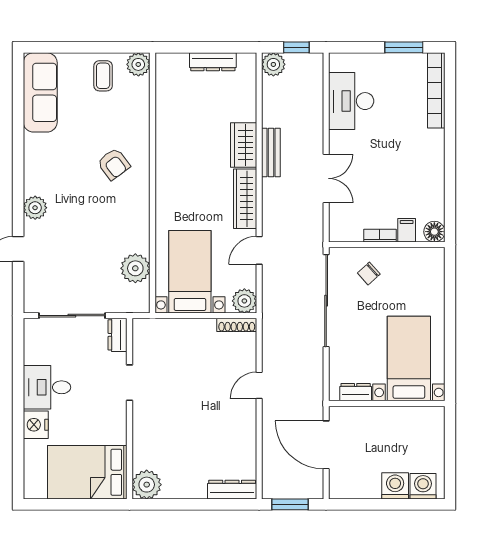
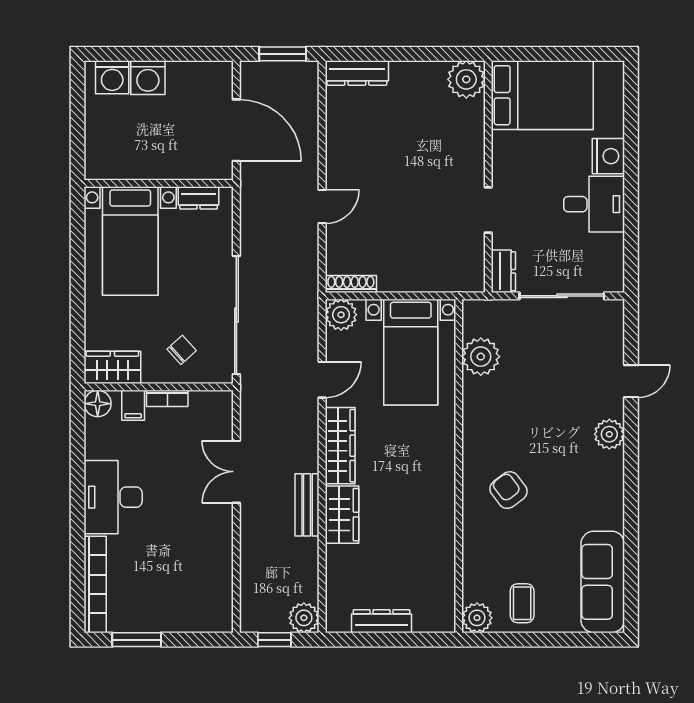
desk: (351, 101) -> (113, 497), moved, turned 180
wardrobe: (423, 260) -> (112, 367), added

